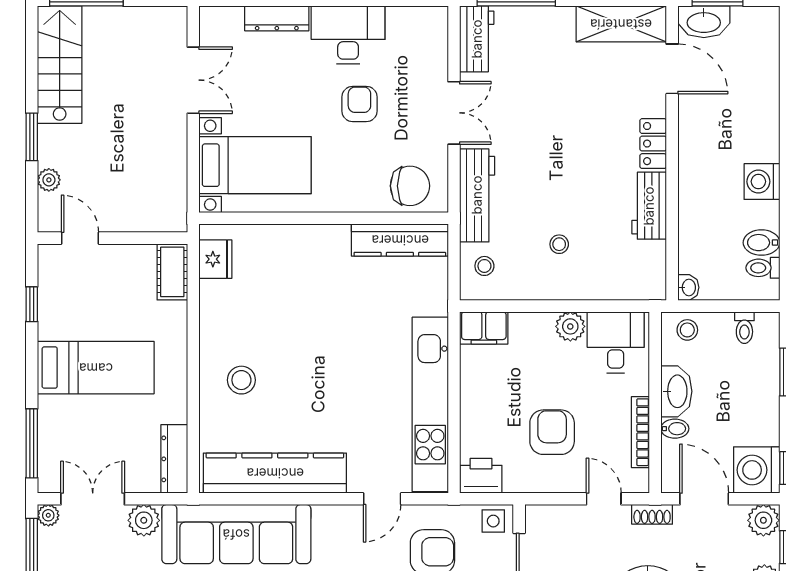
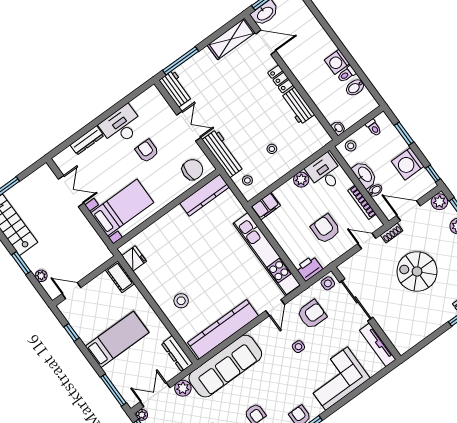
toilet: (763, 268) -> (347, 74), moved
washing machine: (757, 470) -> (408, 164), moved

